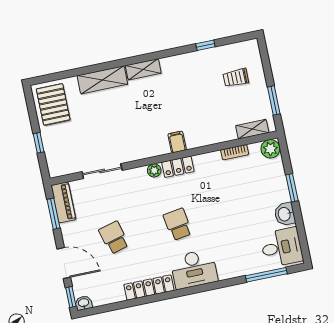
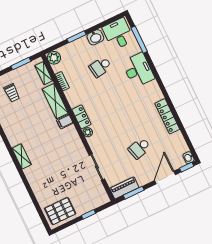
shelving: (102, 80) -> (55, 101), moved
school desk: (178, 224) -> (100, 67), moved
desk: (194, 269) -> (138, 70), moved

